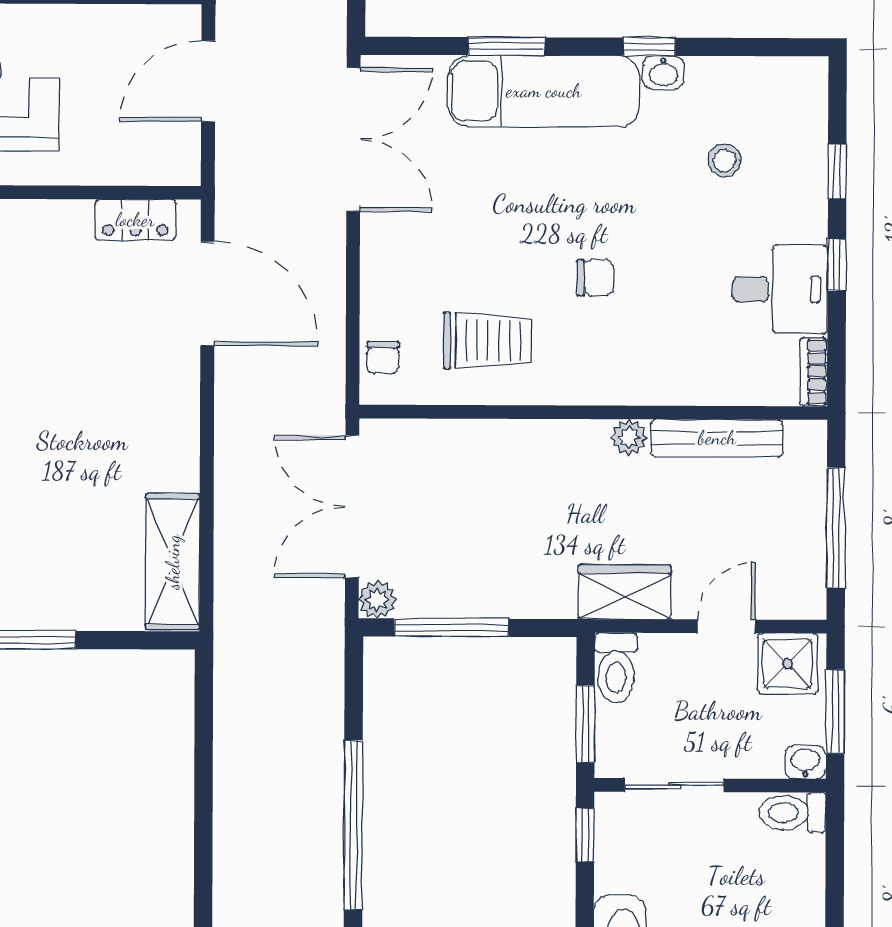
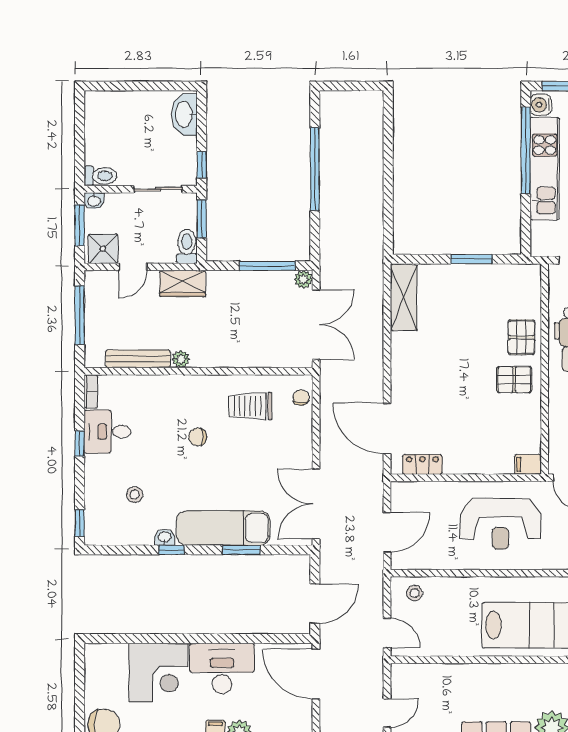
window: (837, 172) -> (80, 523), moved

